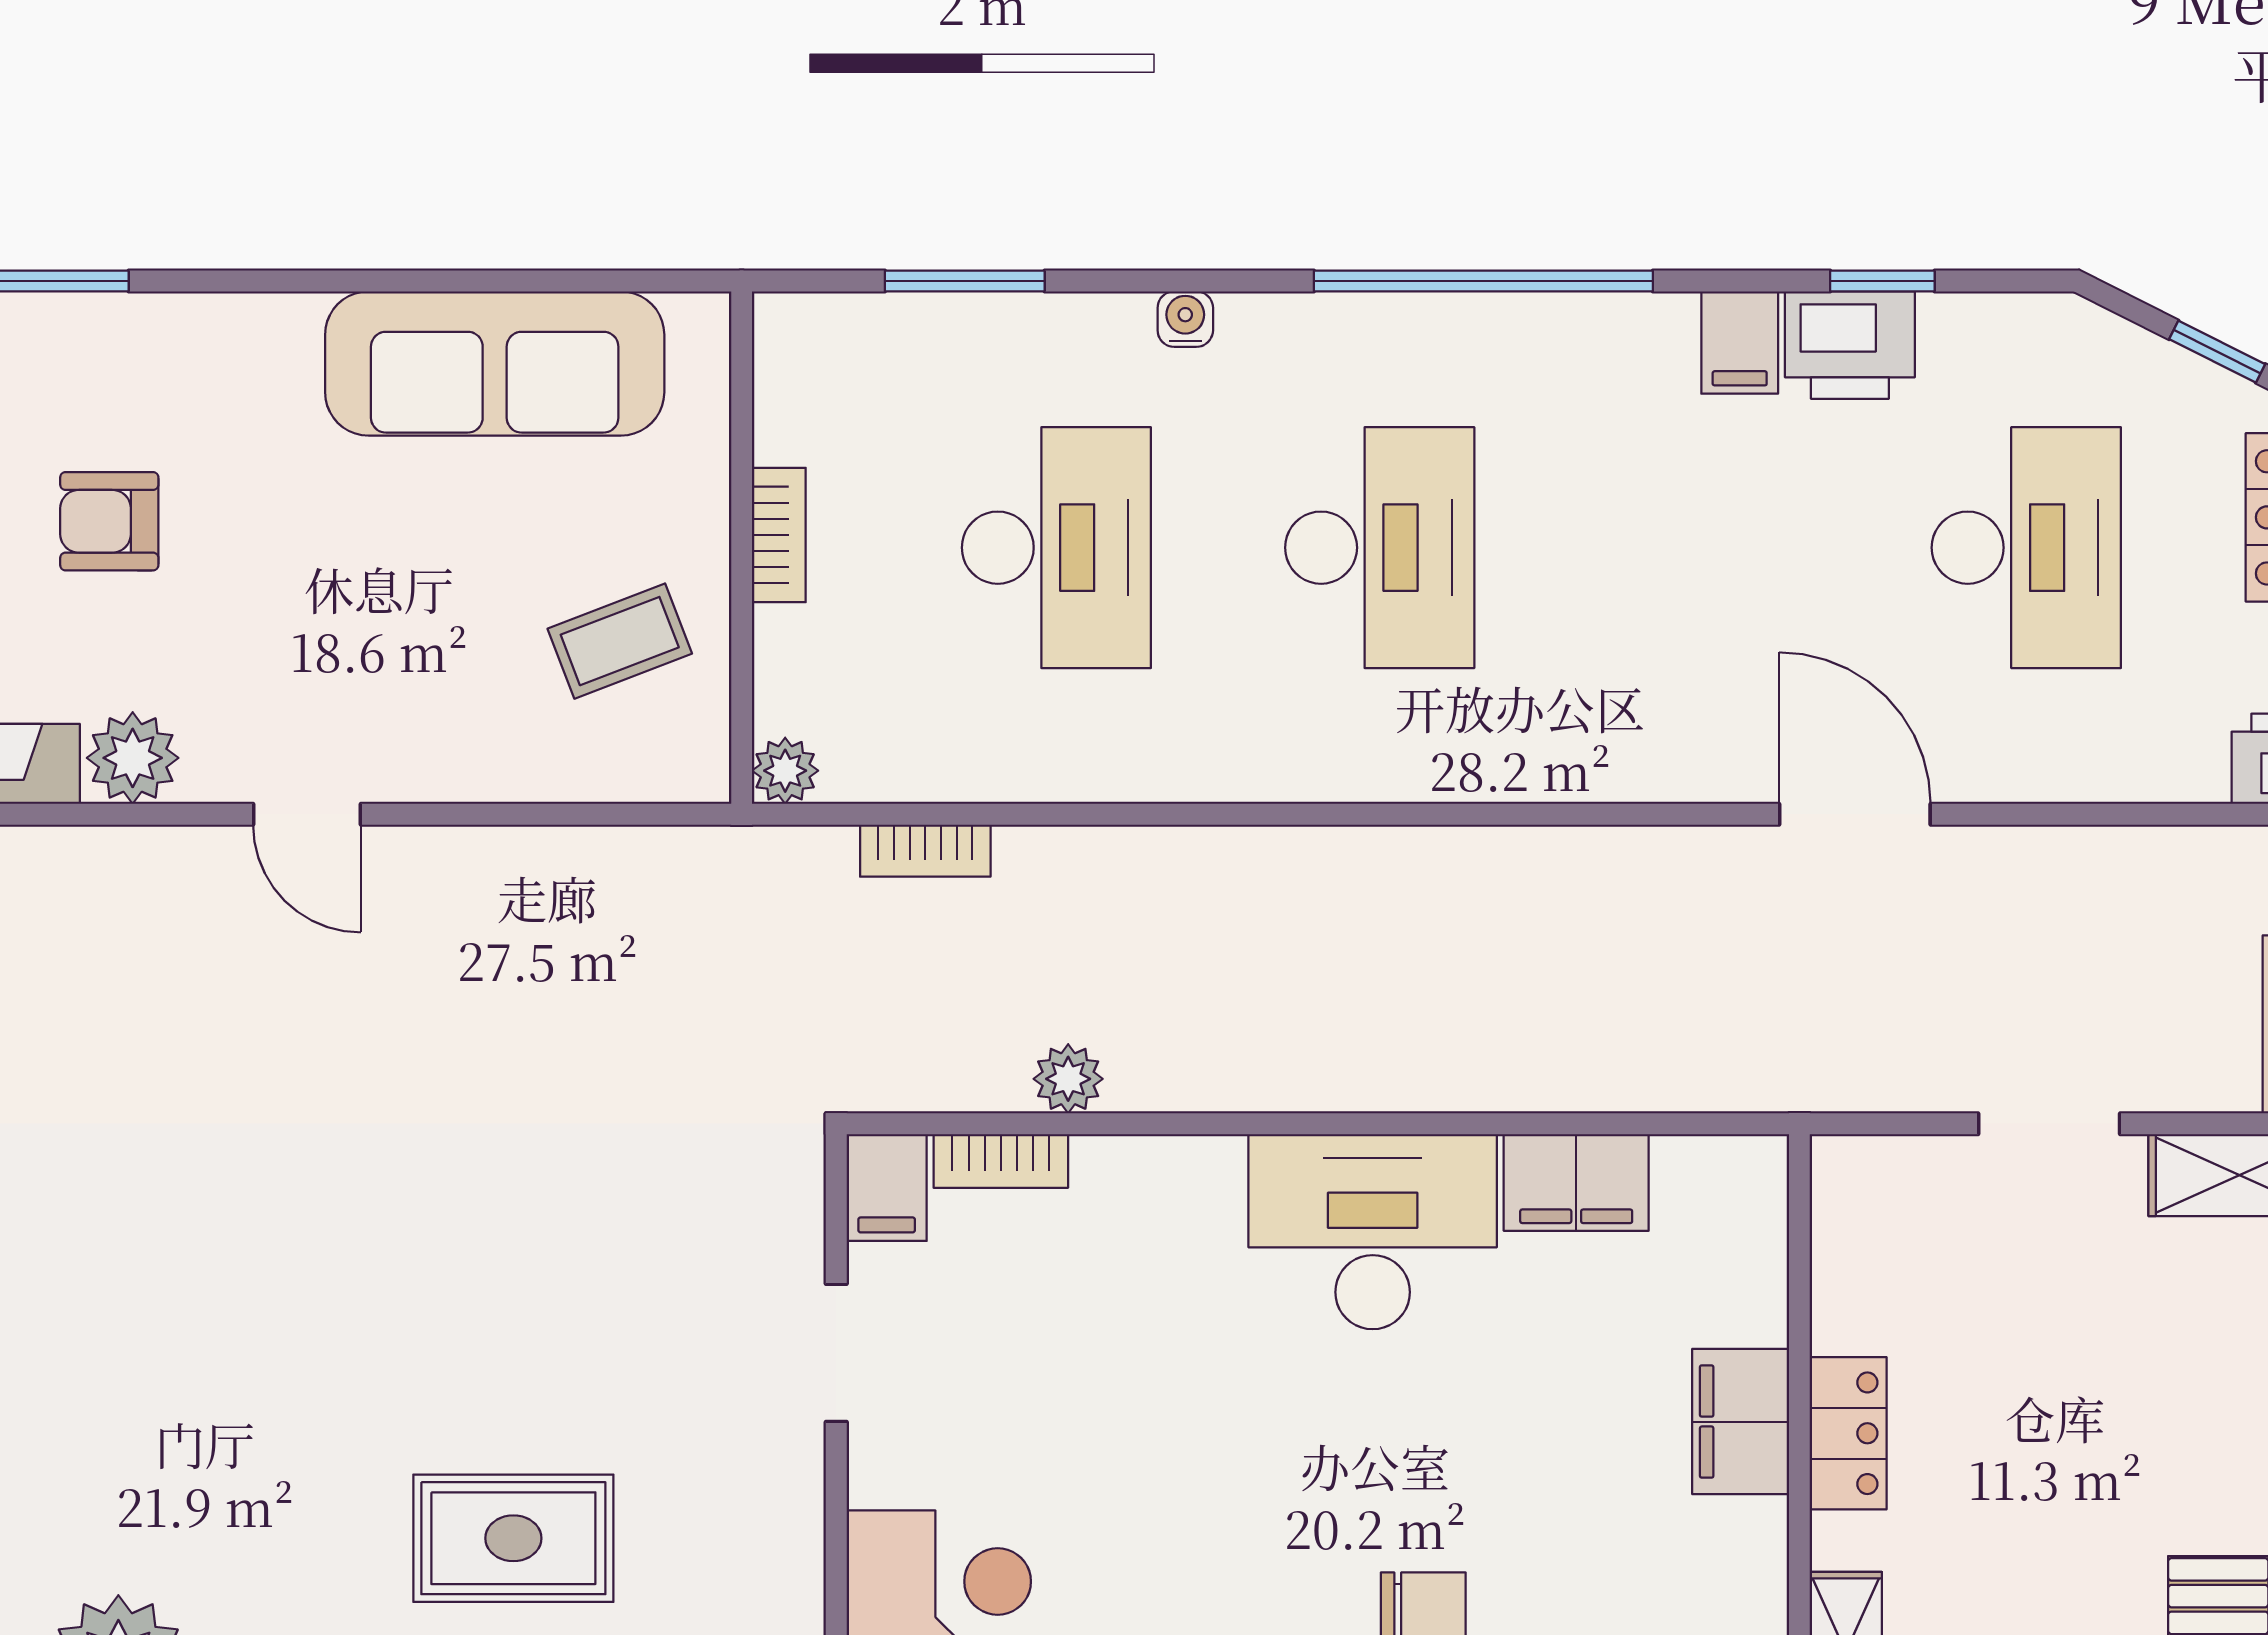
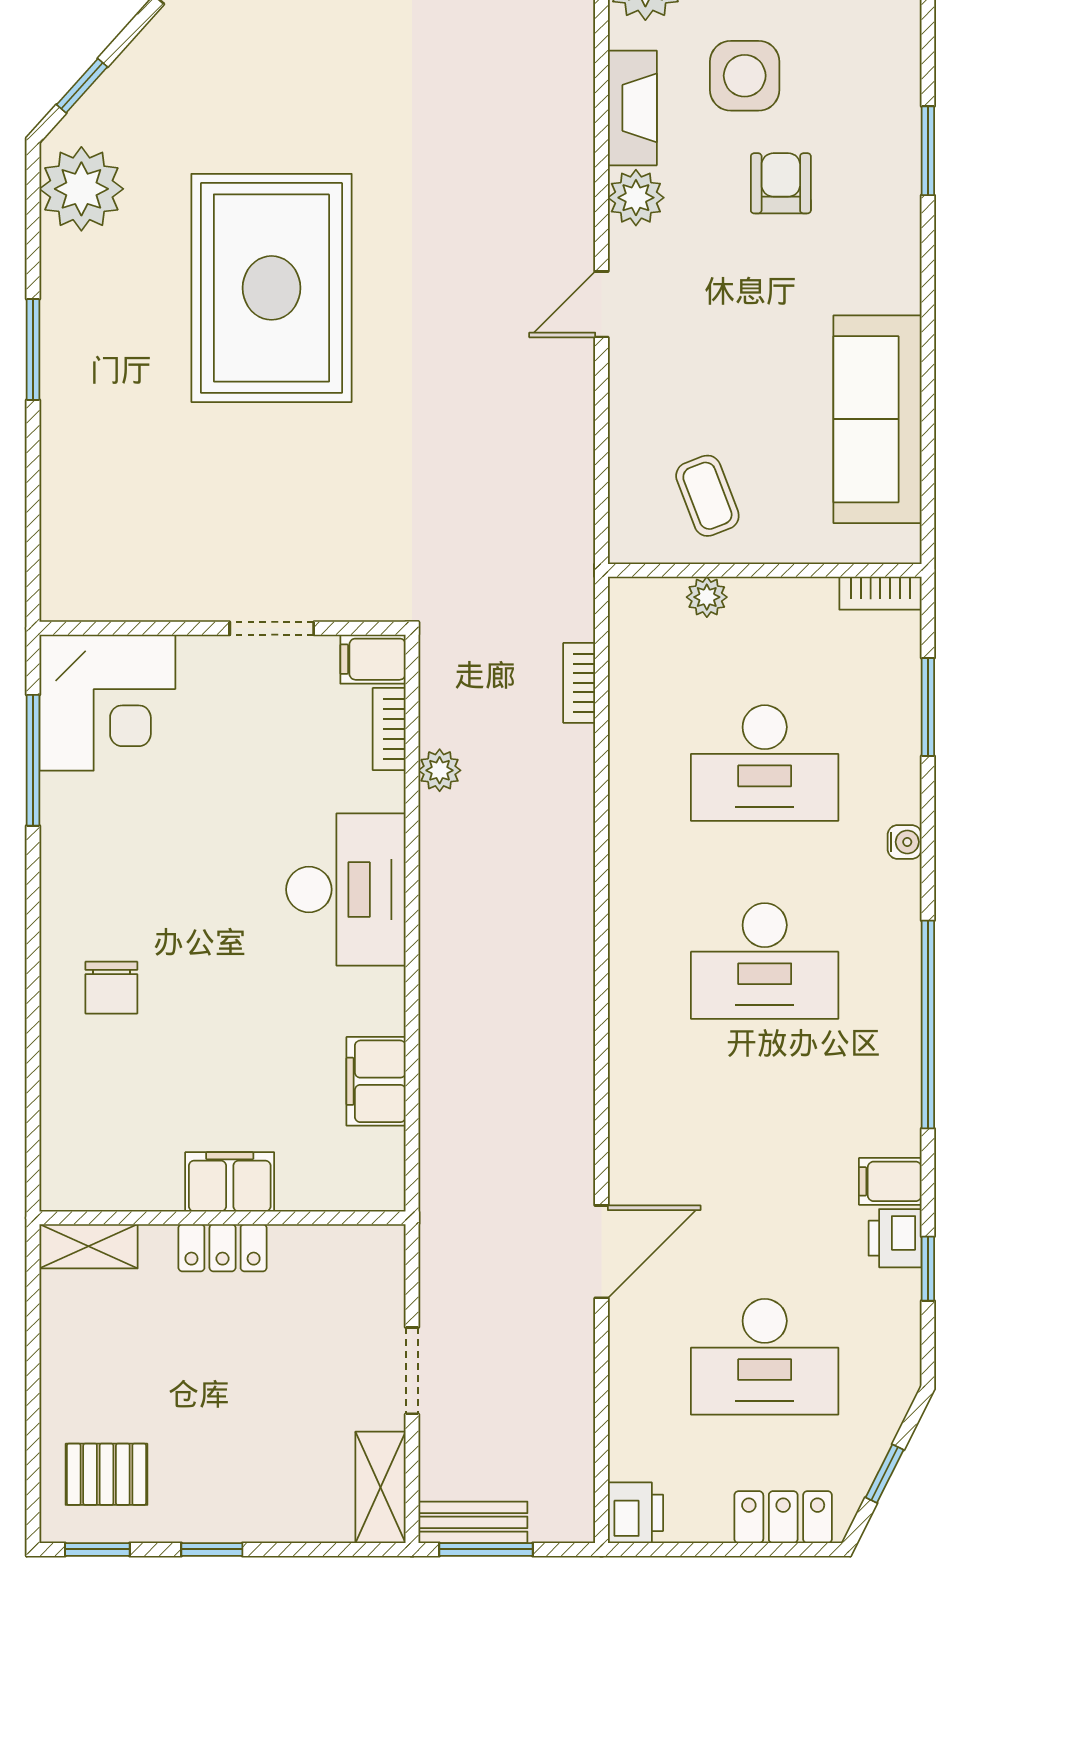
printer: (1850, 345) -> (895, 1238), width x0.73, depth x0.81
bookcase: (779, 535) -> (880, 593), moved
plant: (785, 771) -> (707, 597), moved
desk: (1373, 1232) -> (346, 890), moved
rug: (513, 1538) -> (271, 288), moved, width x1.86, depth x2.06

